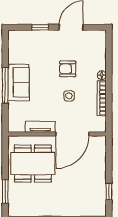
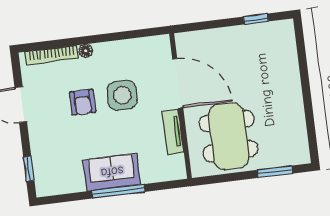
window: (40, 27) -> (29, 169), moved
side table: (69, 96) -> (122, 95), width x1.87, depth x1.87
bookcase: (102, 98) -> (52, 55), moved

